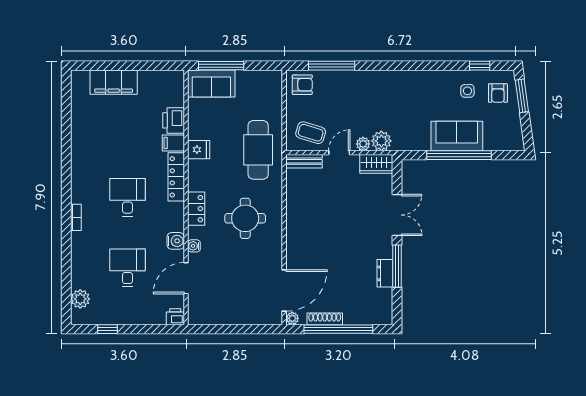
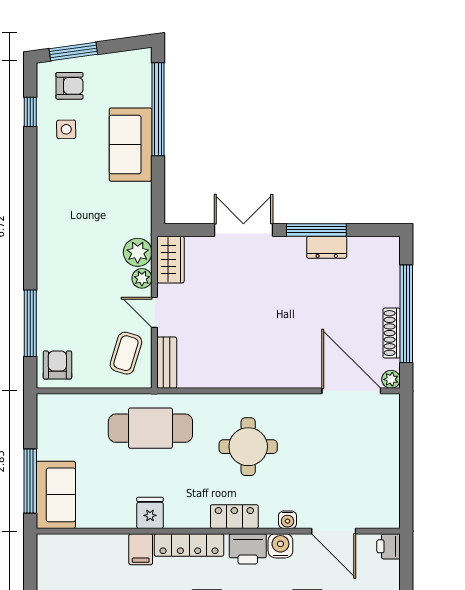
printer: (174, 120) -> (248, 549), moved
window: (459, 155) -> (158, 109), moved

